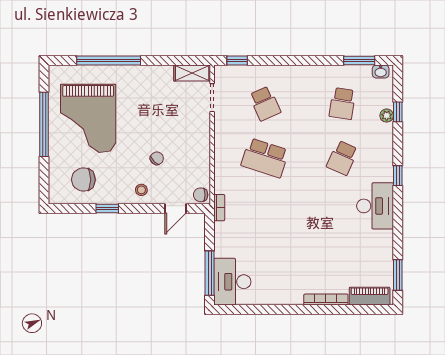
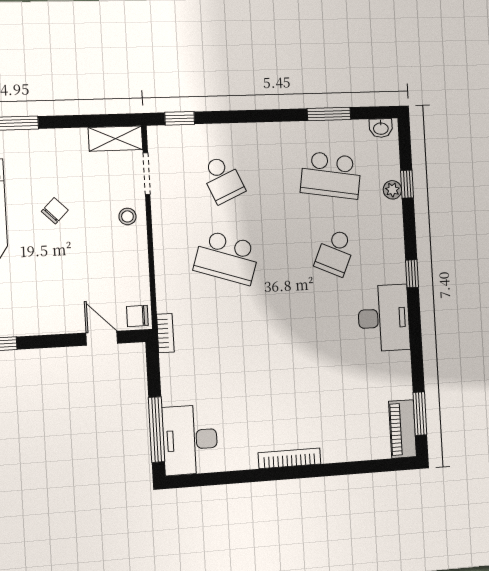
window: (359, 60) -> (329, 114), moved
school desk: (342, 104) -> (331, 175), width x1.85
chair: (157, 158) -> (55, 211), moved
stool: (141, 190) -> (127, 216), moved
door: (176, 209) -> (102, 338), swing flipped
piano: (370, 296) -> (403, 429), moved, turned -90
bookcase: (326, 300) -> (289, 458), moved

